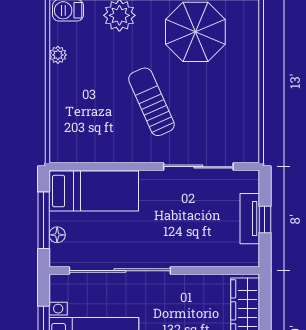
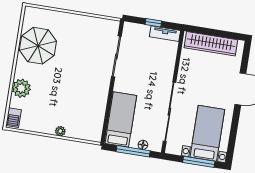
plant: (58, 55) -> (60, 131), moved
sun lounger: (151, 102) -> (74, 78), removed
tv unit: (250, 219) -> (165, 34), moved

